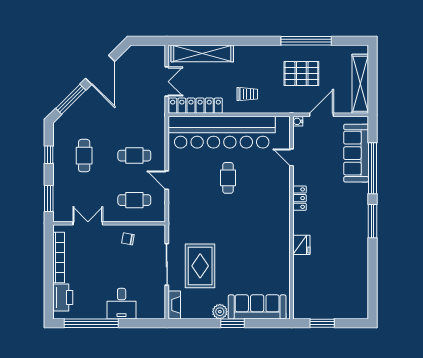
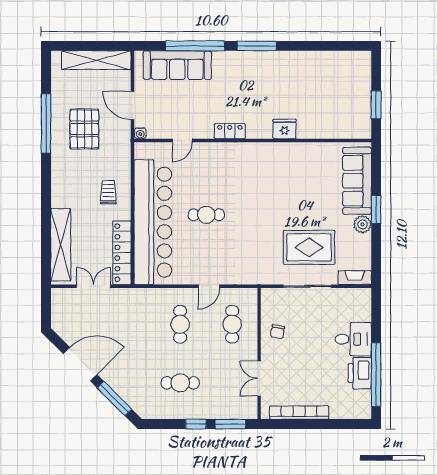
window: (49, 155) -> (196, 424), moved
printer: (63, 297) -> (360, 373), moved, turned -90

